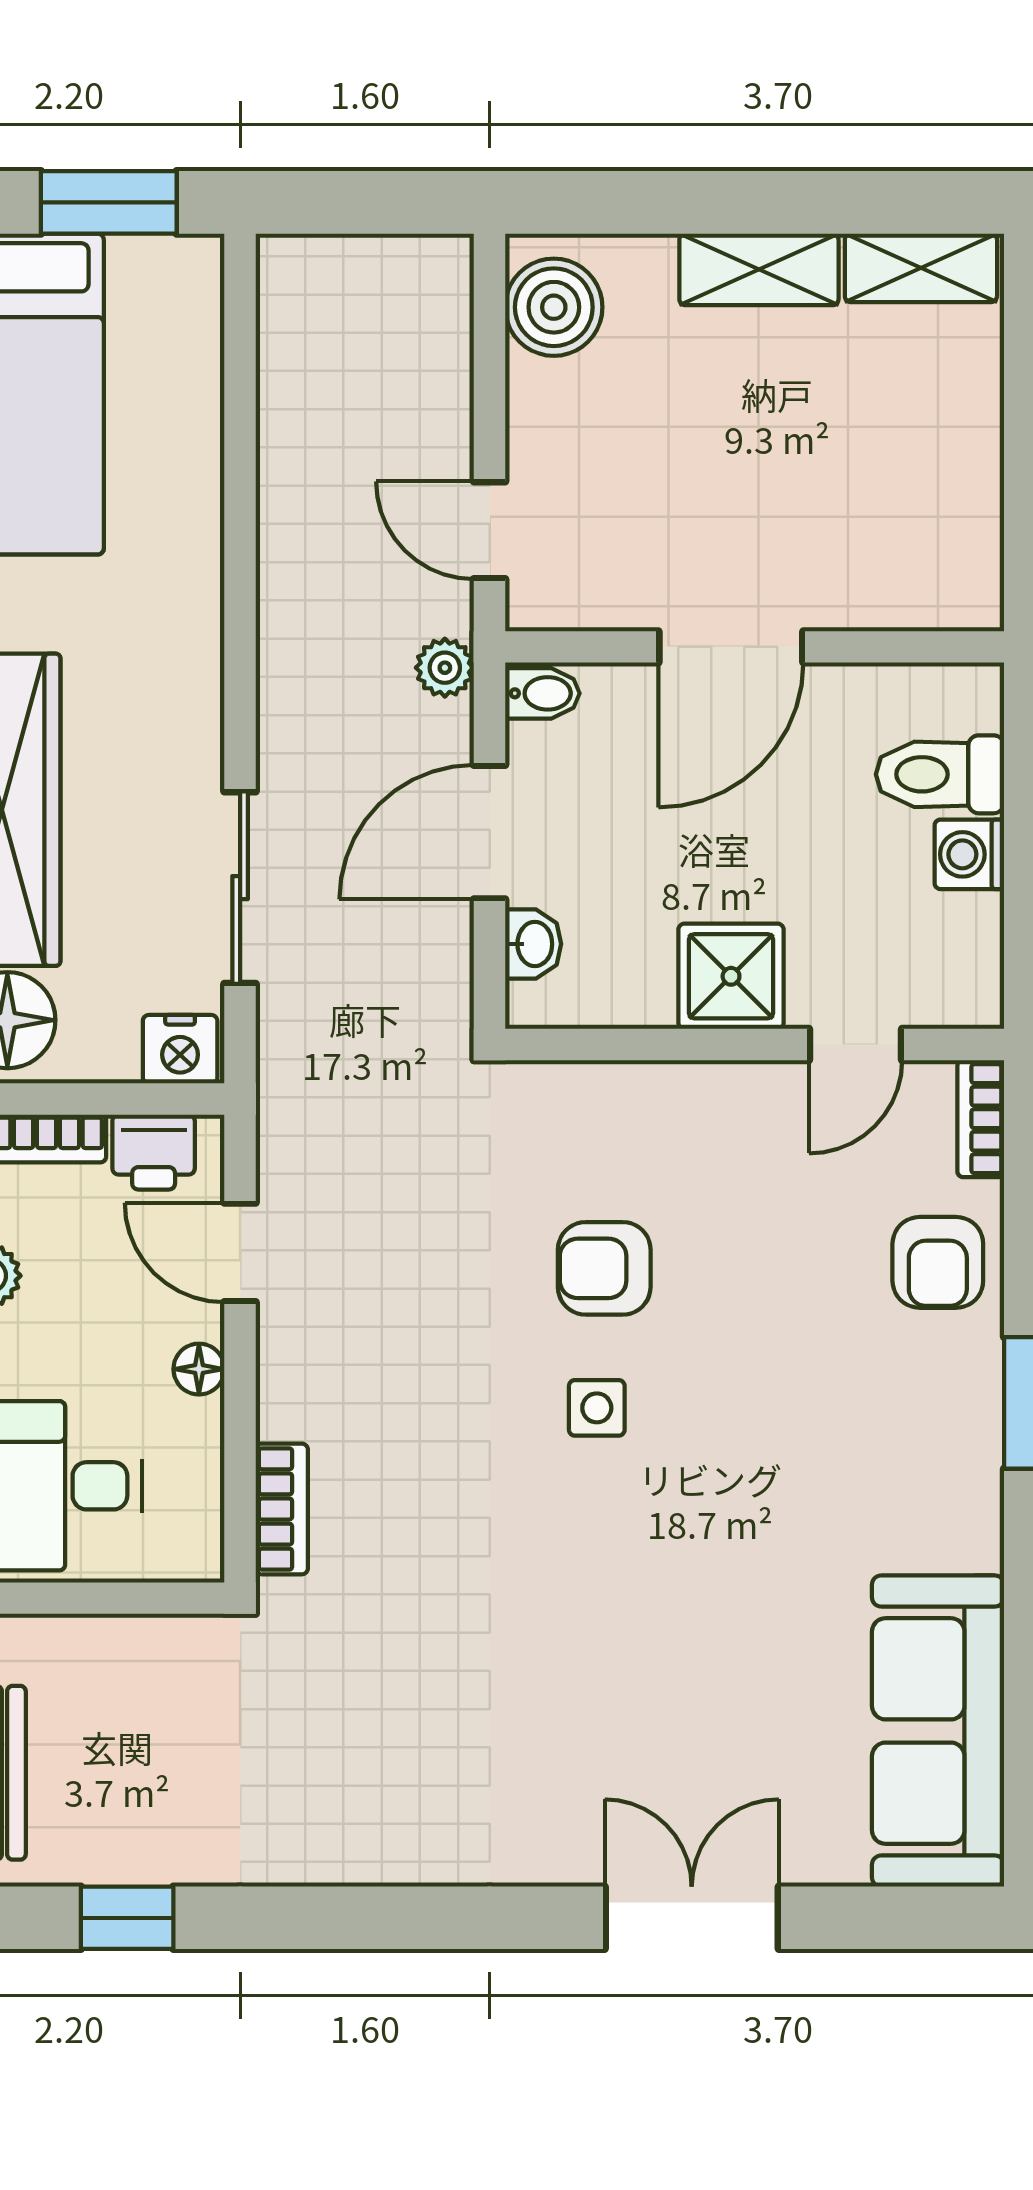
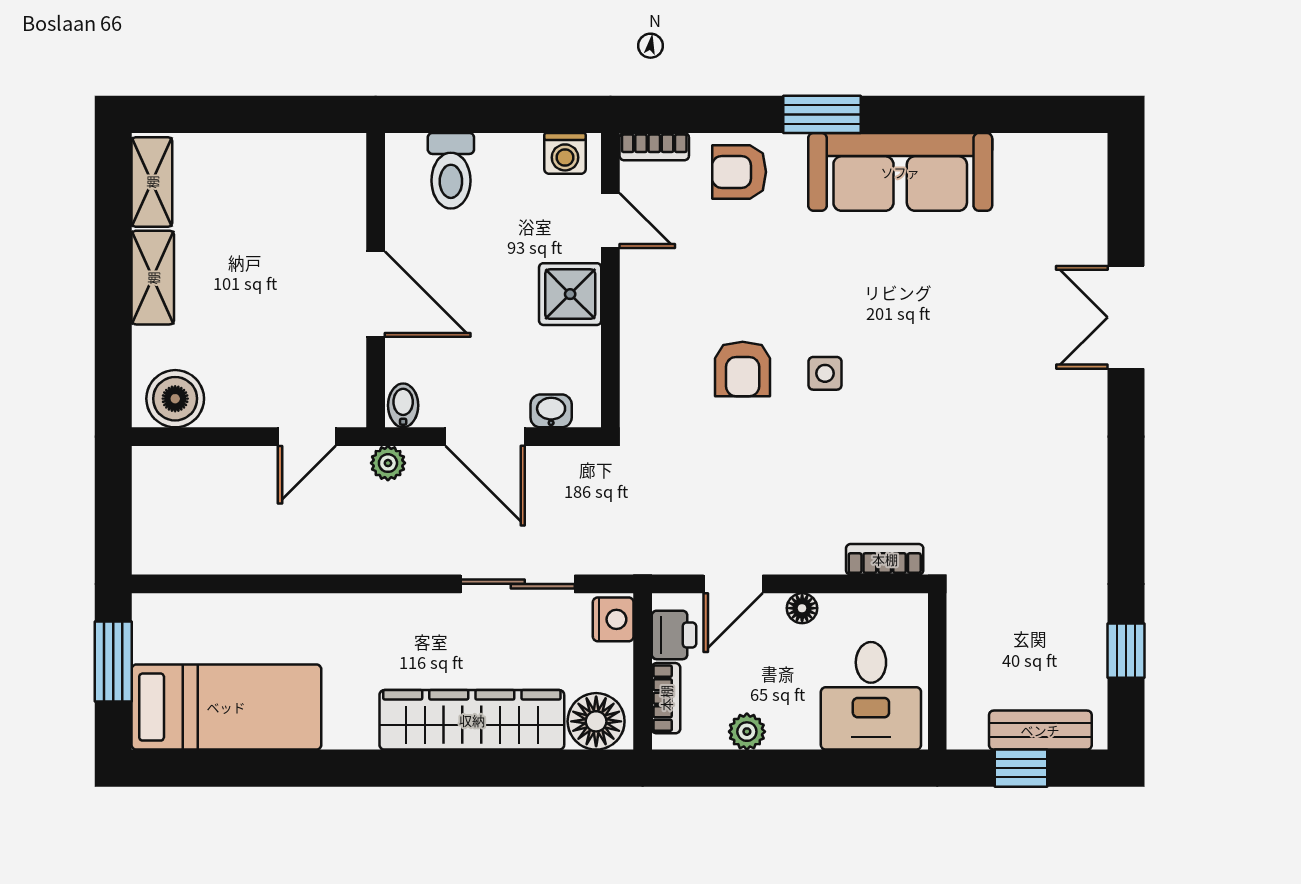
washing machine: (969, 854) -> (565, 153), moved
armchair: (938, 1262) -> (739, 172), turned 180
sofa: (938, 1731) -> (900, 172), moved

